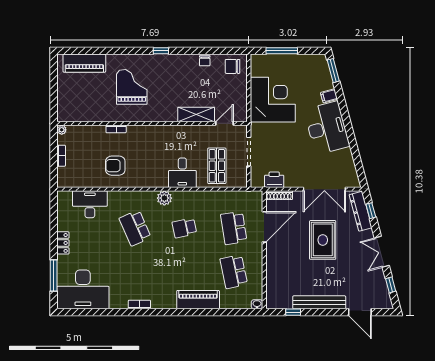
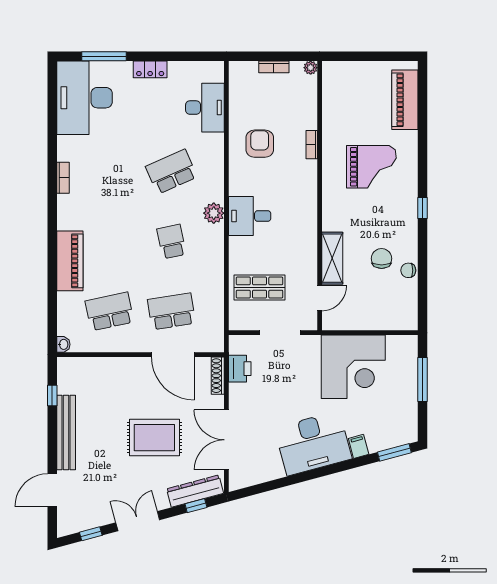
chair: (232, 66) -> (382, 258), moved
door: (224, 123) -> (320, 298), hinge flipped
desk: (182, 173) -> (250, 216), moved

